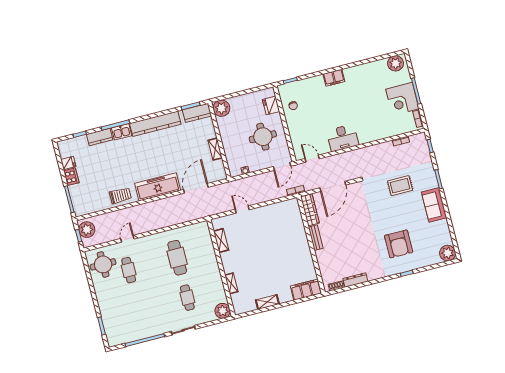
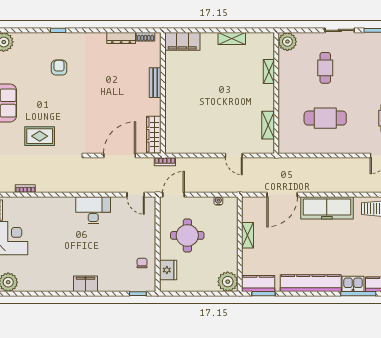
bench: (316, 238) -> (155, 83), moved
armchair: (399, 244) -> (59, 68), width x0.53, depth x0.53
cafe table: (177, 258) -> (325, 118), turned 90

